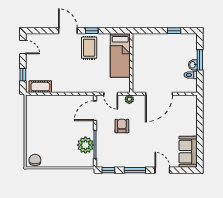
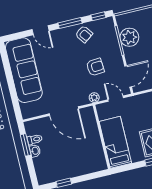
window: (200, 60) -> (26, 145), moved
door: (159, 94) -> (64, 111), swing flipped
armchair: (122, 126) -> (95, 67), turned -94
sofa: (188, 152) -> (24, 70), width x1.85, depth x1.27
armchair: (125, 157) -> (84, 34), added

